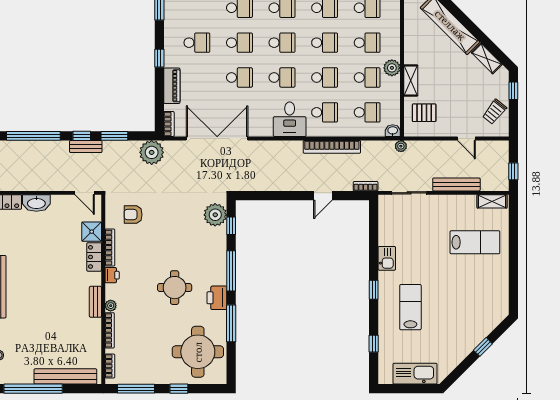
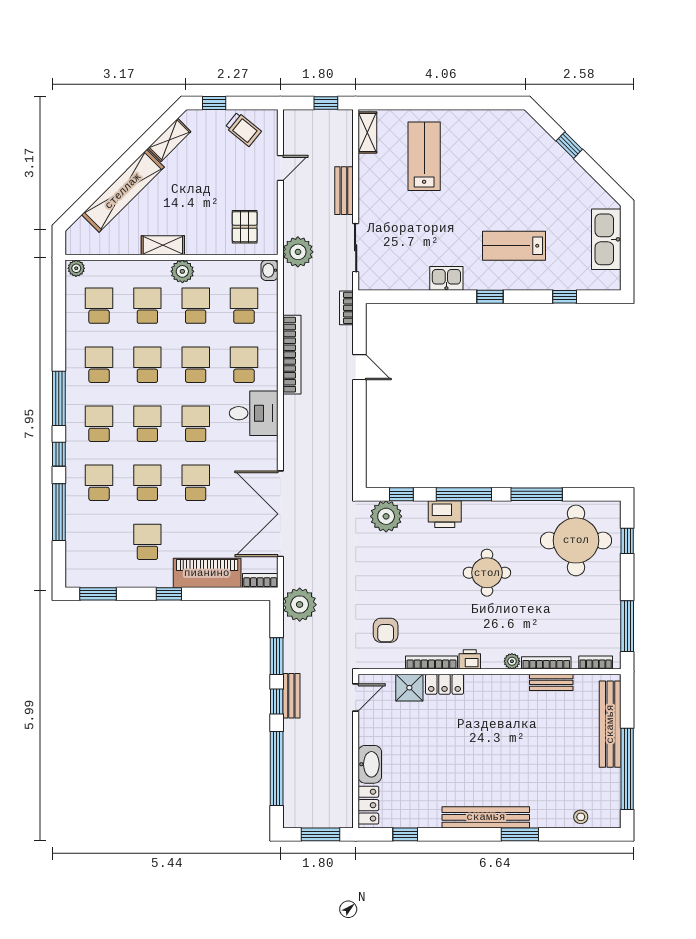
shelving: (411, 80) -> (163, 245), moved
piano: (172, 86) -> (207, 573), width x1.37, depth x1.33
plant: (401, 146) -> (298, 252), width x1.88, depth x1.88
bench: (456, 184) -> (344, 191), width x0.73
printer: (217, 298) -> (445, 514), moved
bench: (95, 302) -> (551, 682), moved
window: (179, 389) -> (627, 541), moved

